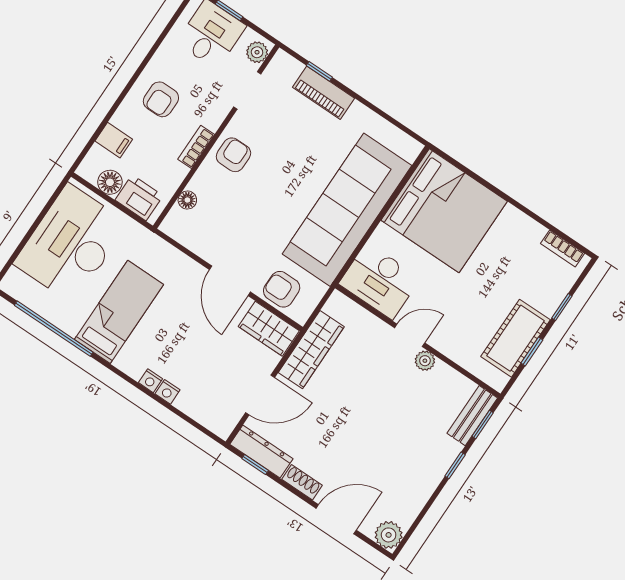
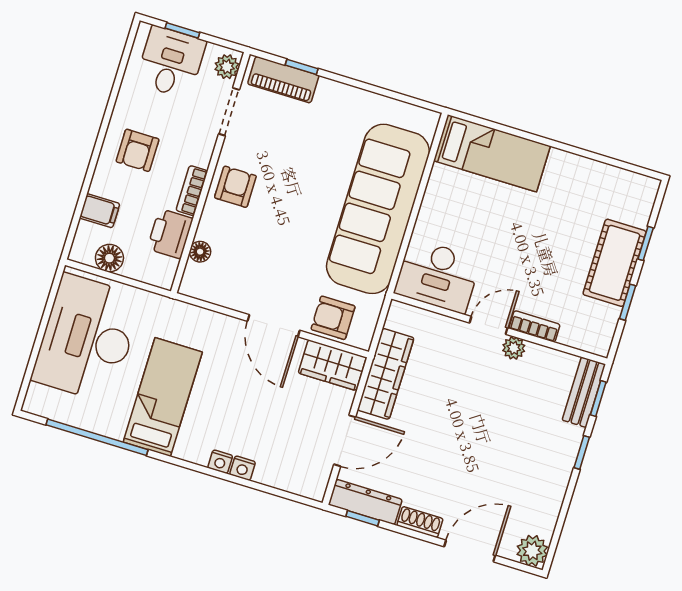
piano: (324, 93) -> (283, 80), moved
printer: (139, 198) -> (170, 234), moved, turned -90
bed: (444, 211) -> (492, 153), width x0.49
bookcase: (562, 248) -> (534, 326), moved, turned 180
cot: (515, 338) -> (615, 263), moved

